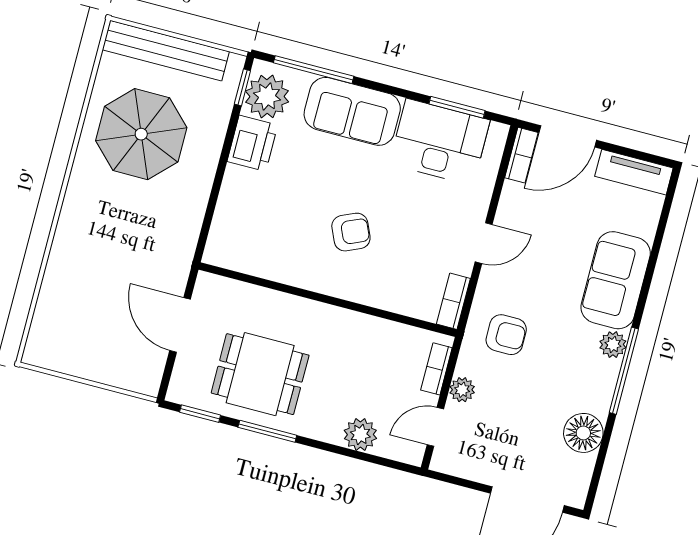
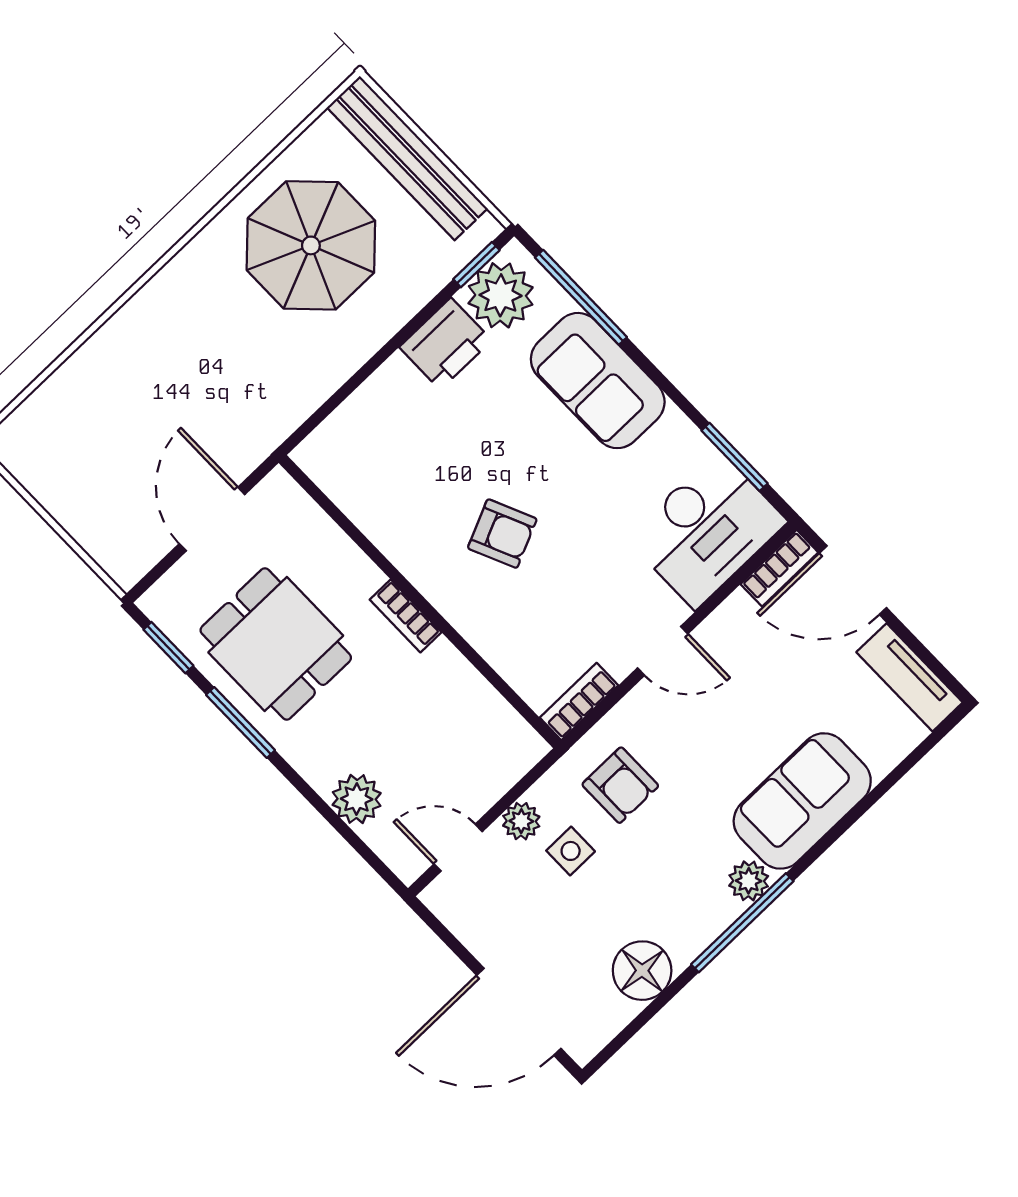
desk: (440, 142) -> (707, 530), moved, turned 90
bookcase: (436, 369) -> (406, 616), moved, turned -90
side table: (501, 390) -> (571, 851), added

